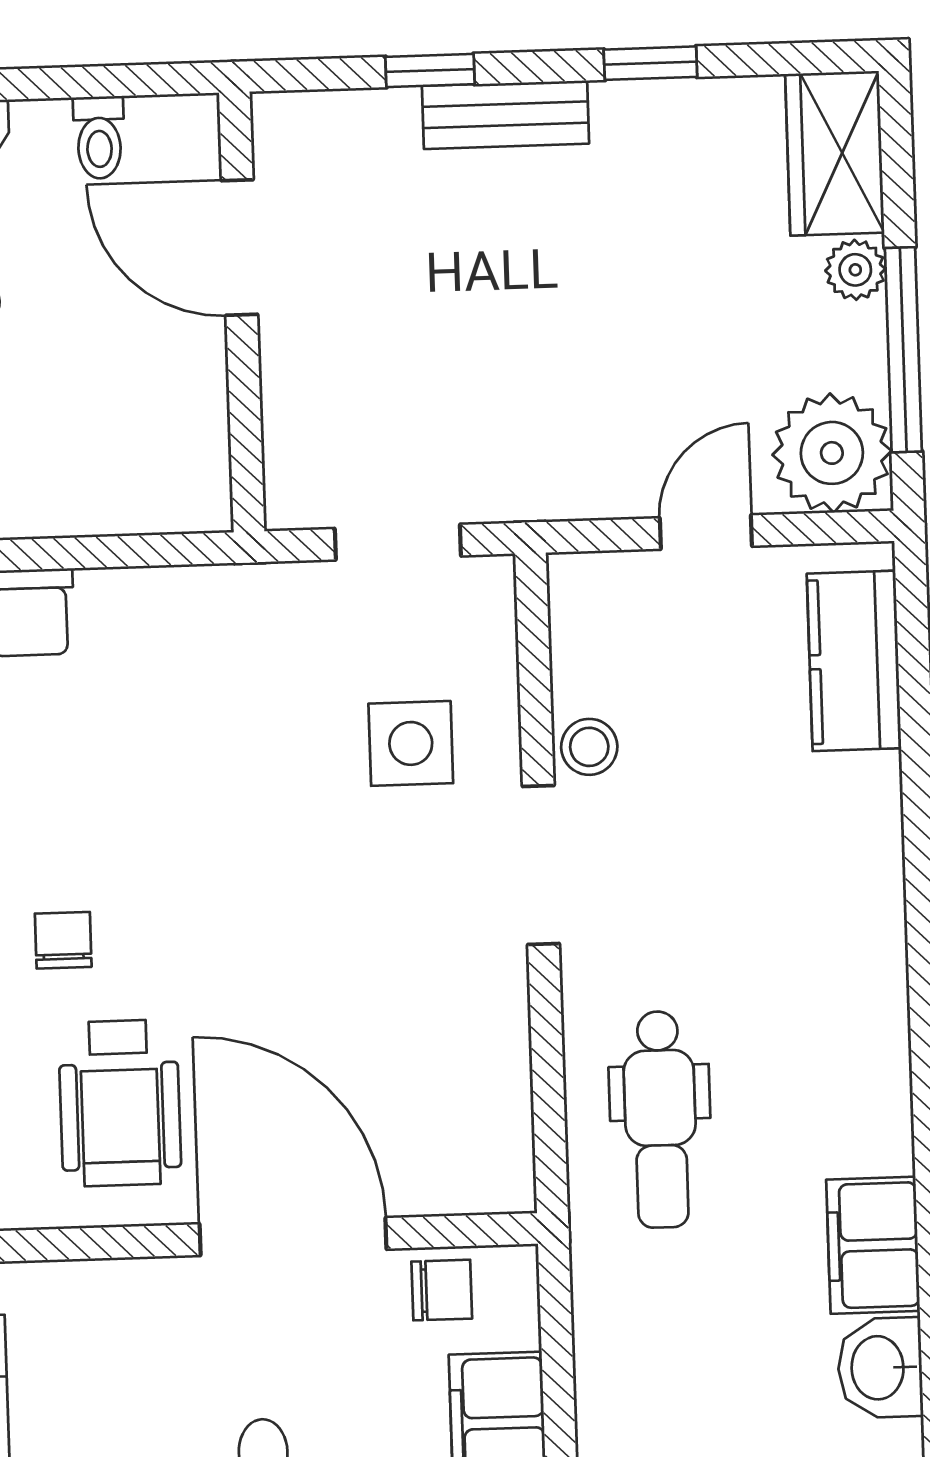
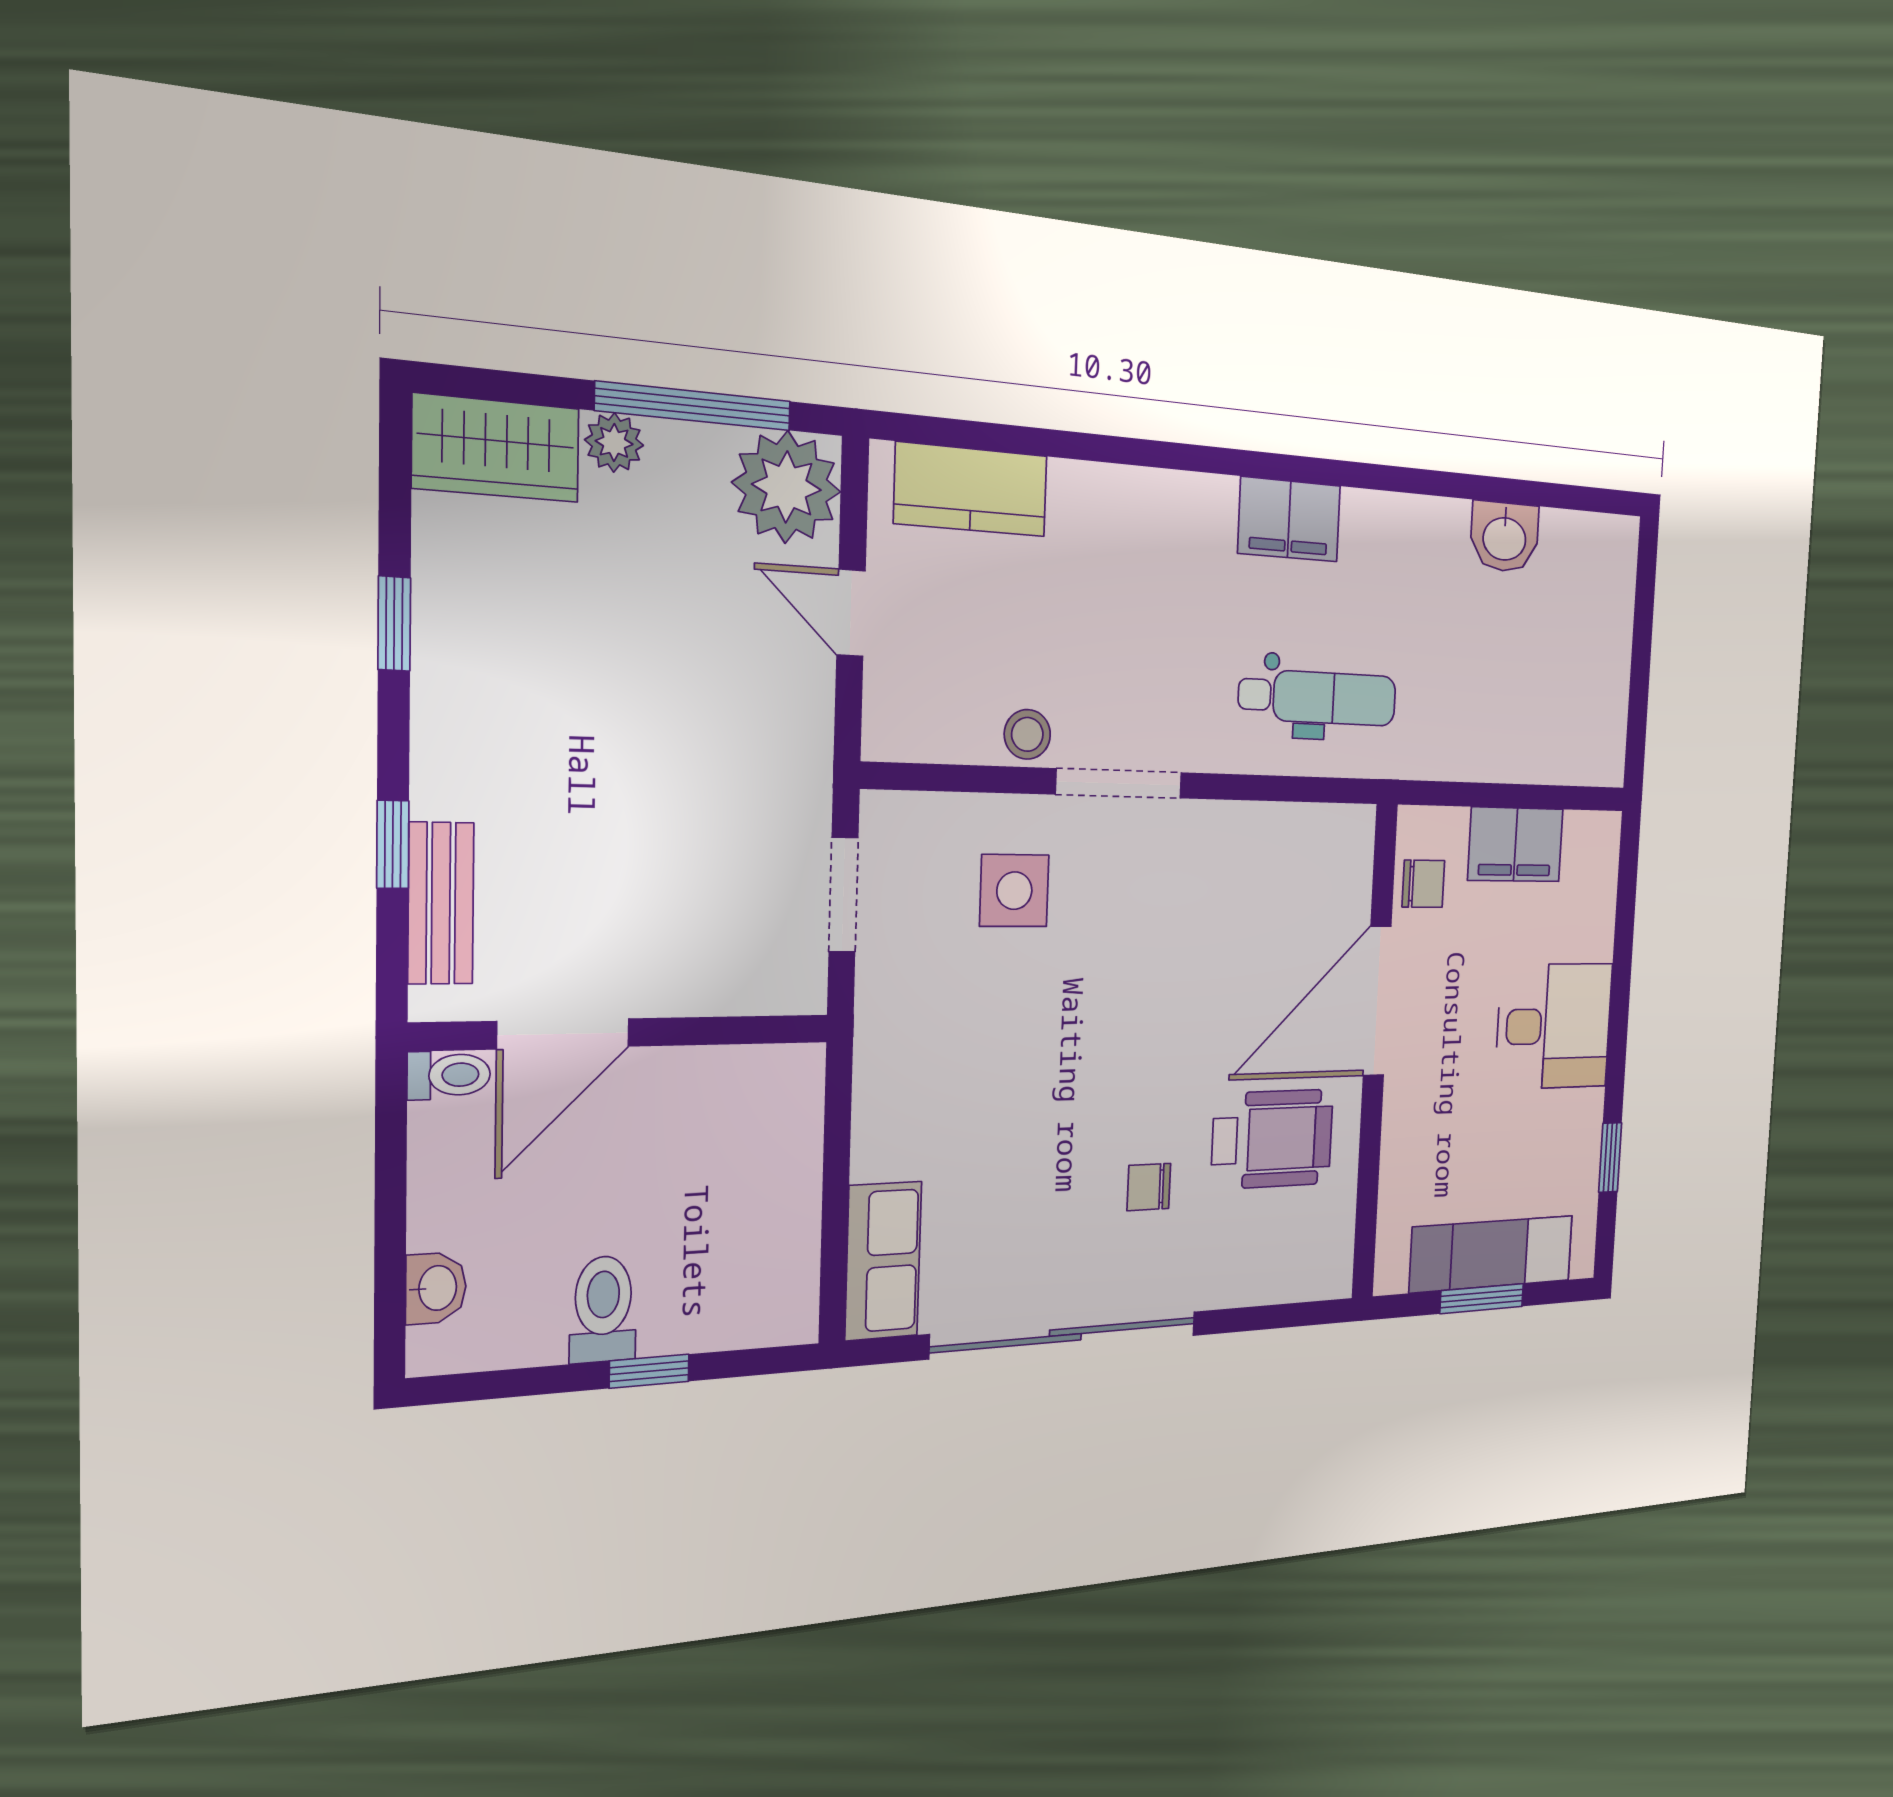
bench: (505, 115) -> (441, 903), moved
toilet: (99, 138) -> (449, 1075), moved
filing cabinet: (873, 1245) -> (1289, 519), moved
chair: (442, 1290) -> (1423, 884), turned 90

